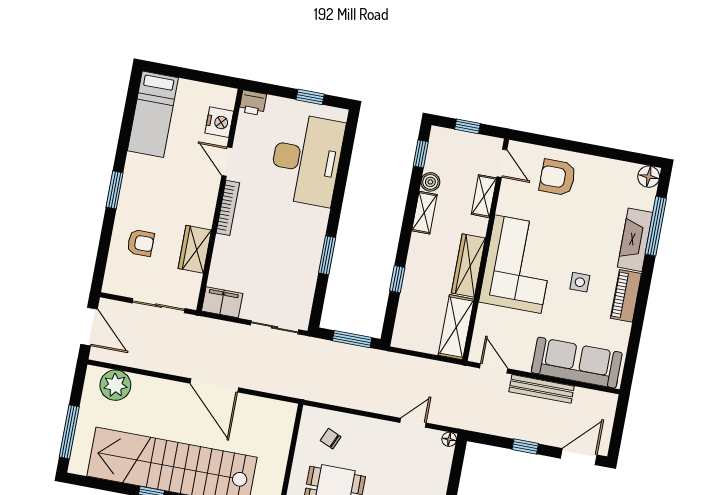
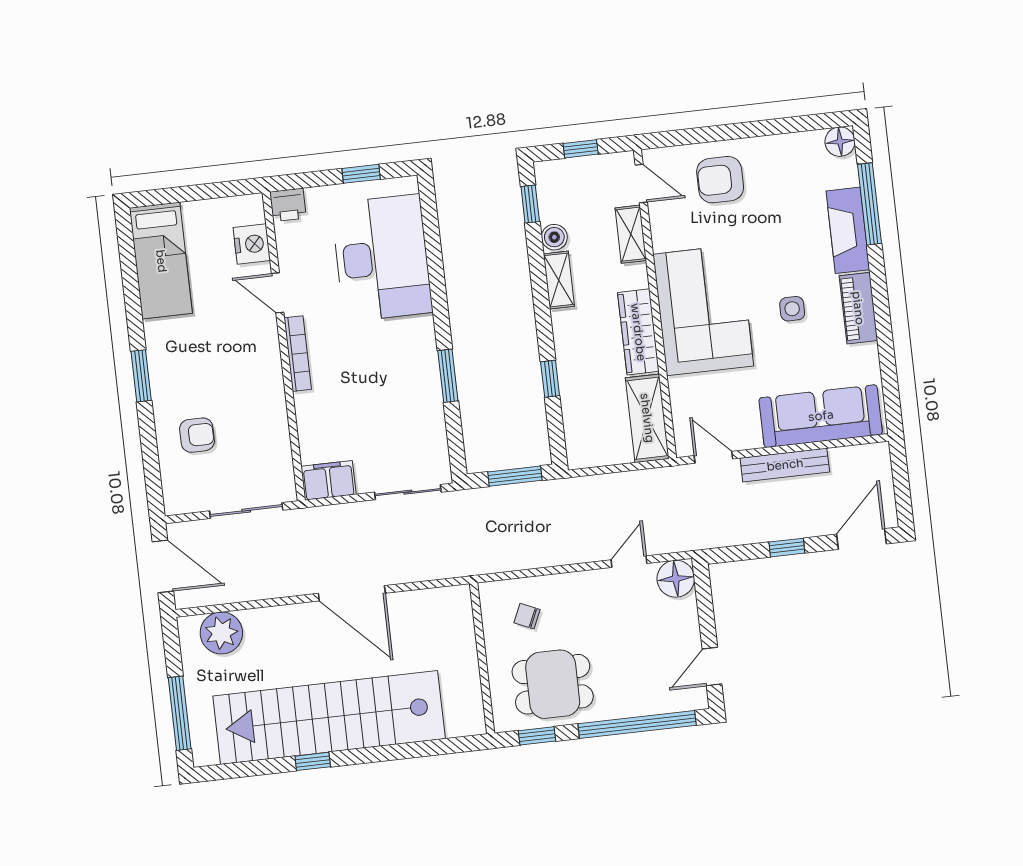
wardrobe: (195, 249) -> (271, 422), removed
floor lamp: (449, 439) -> (676, 579), width x1.89, depth x1.89

